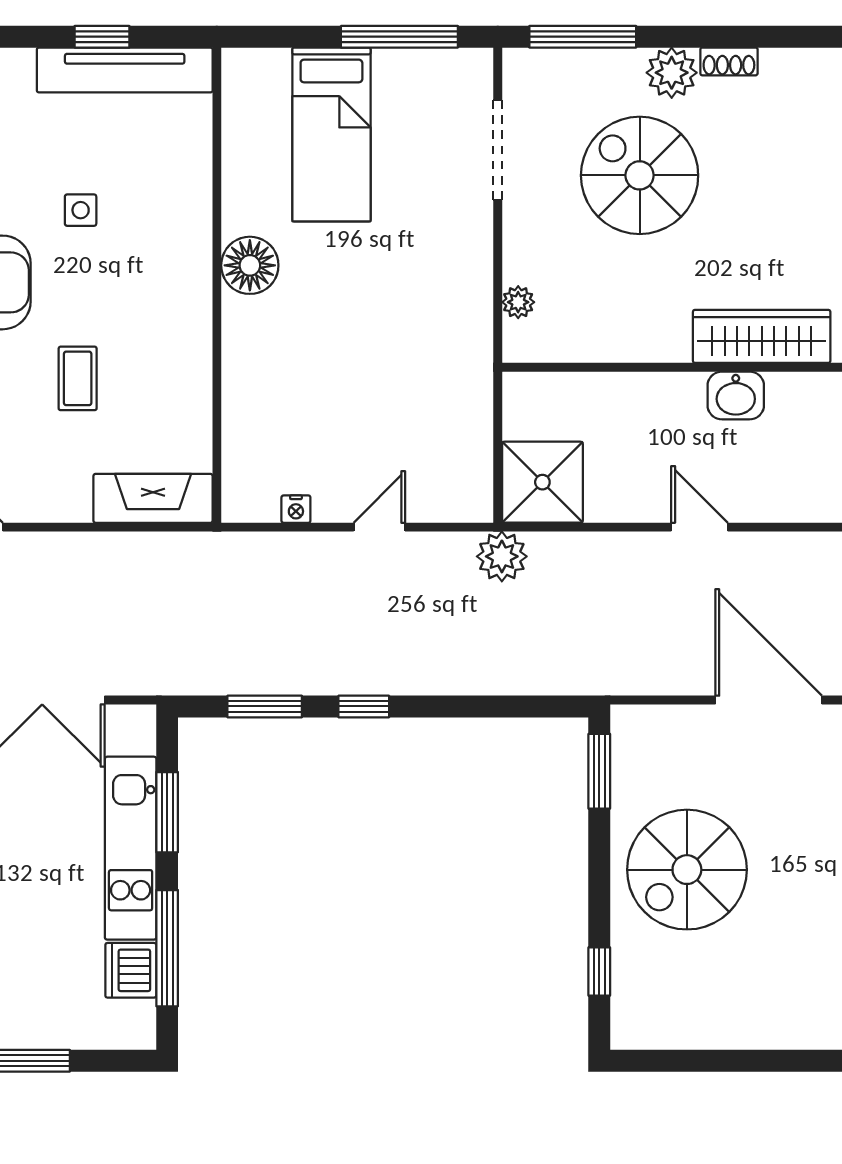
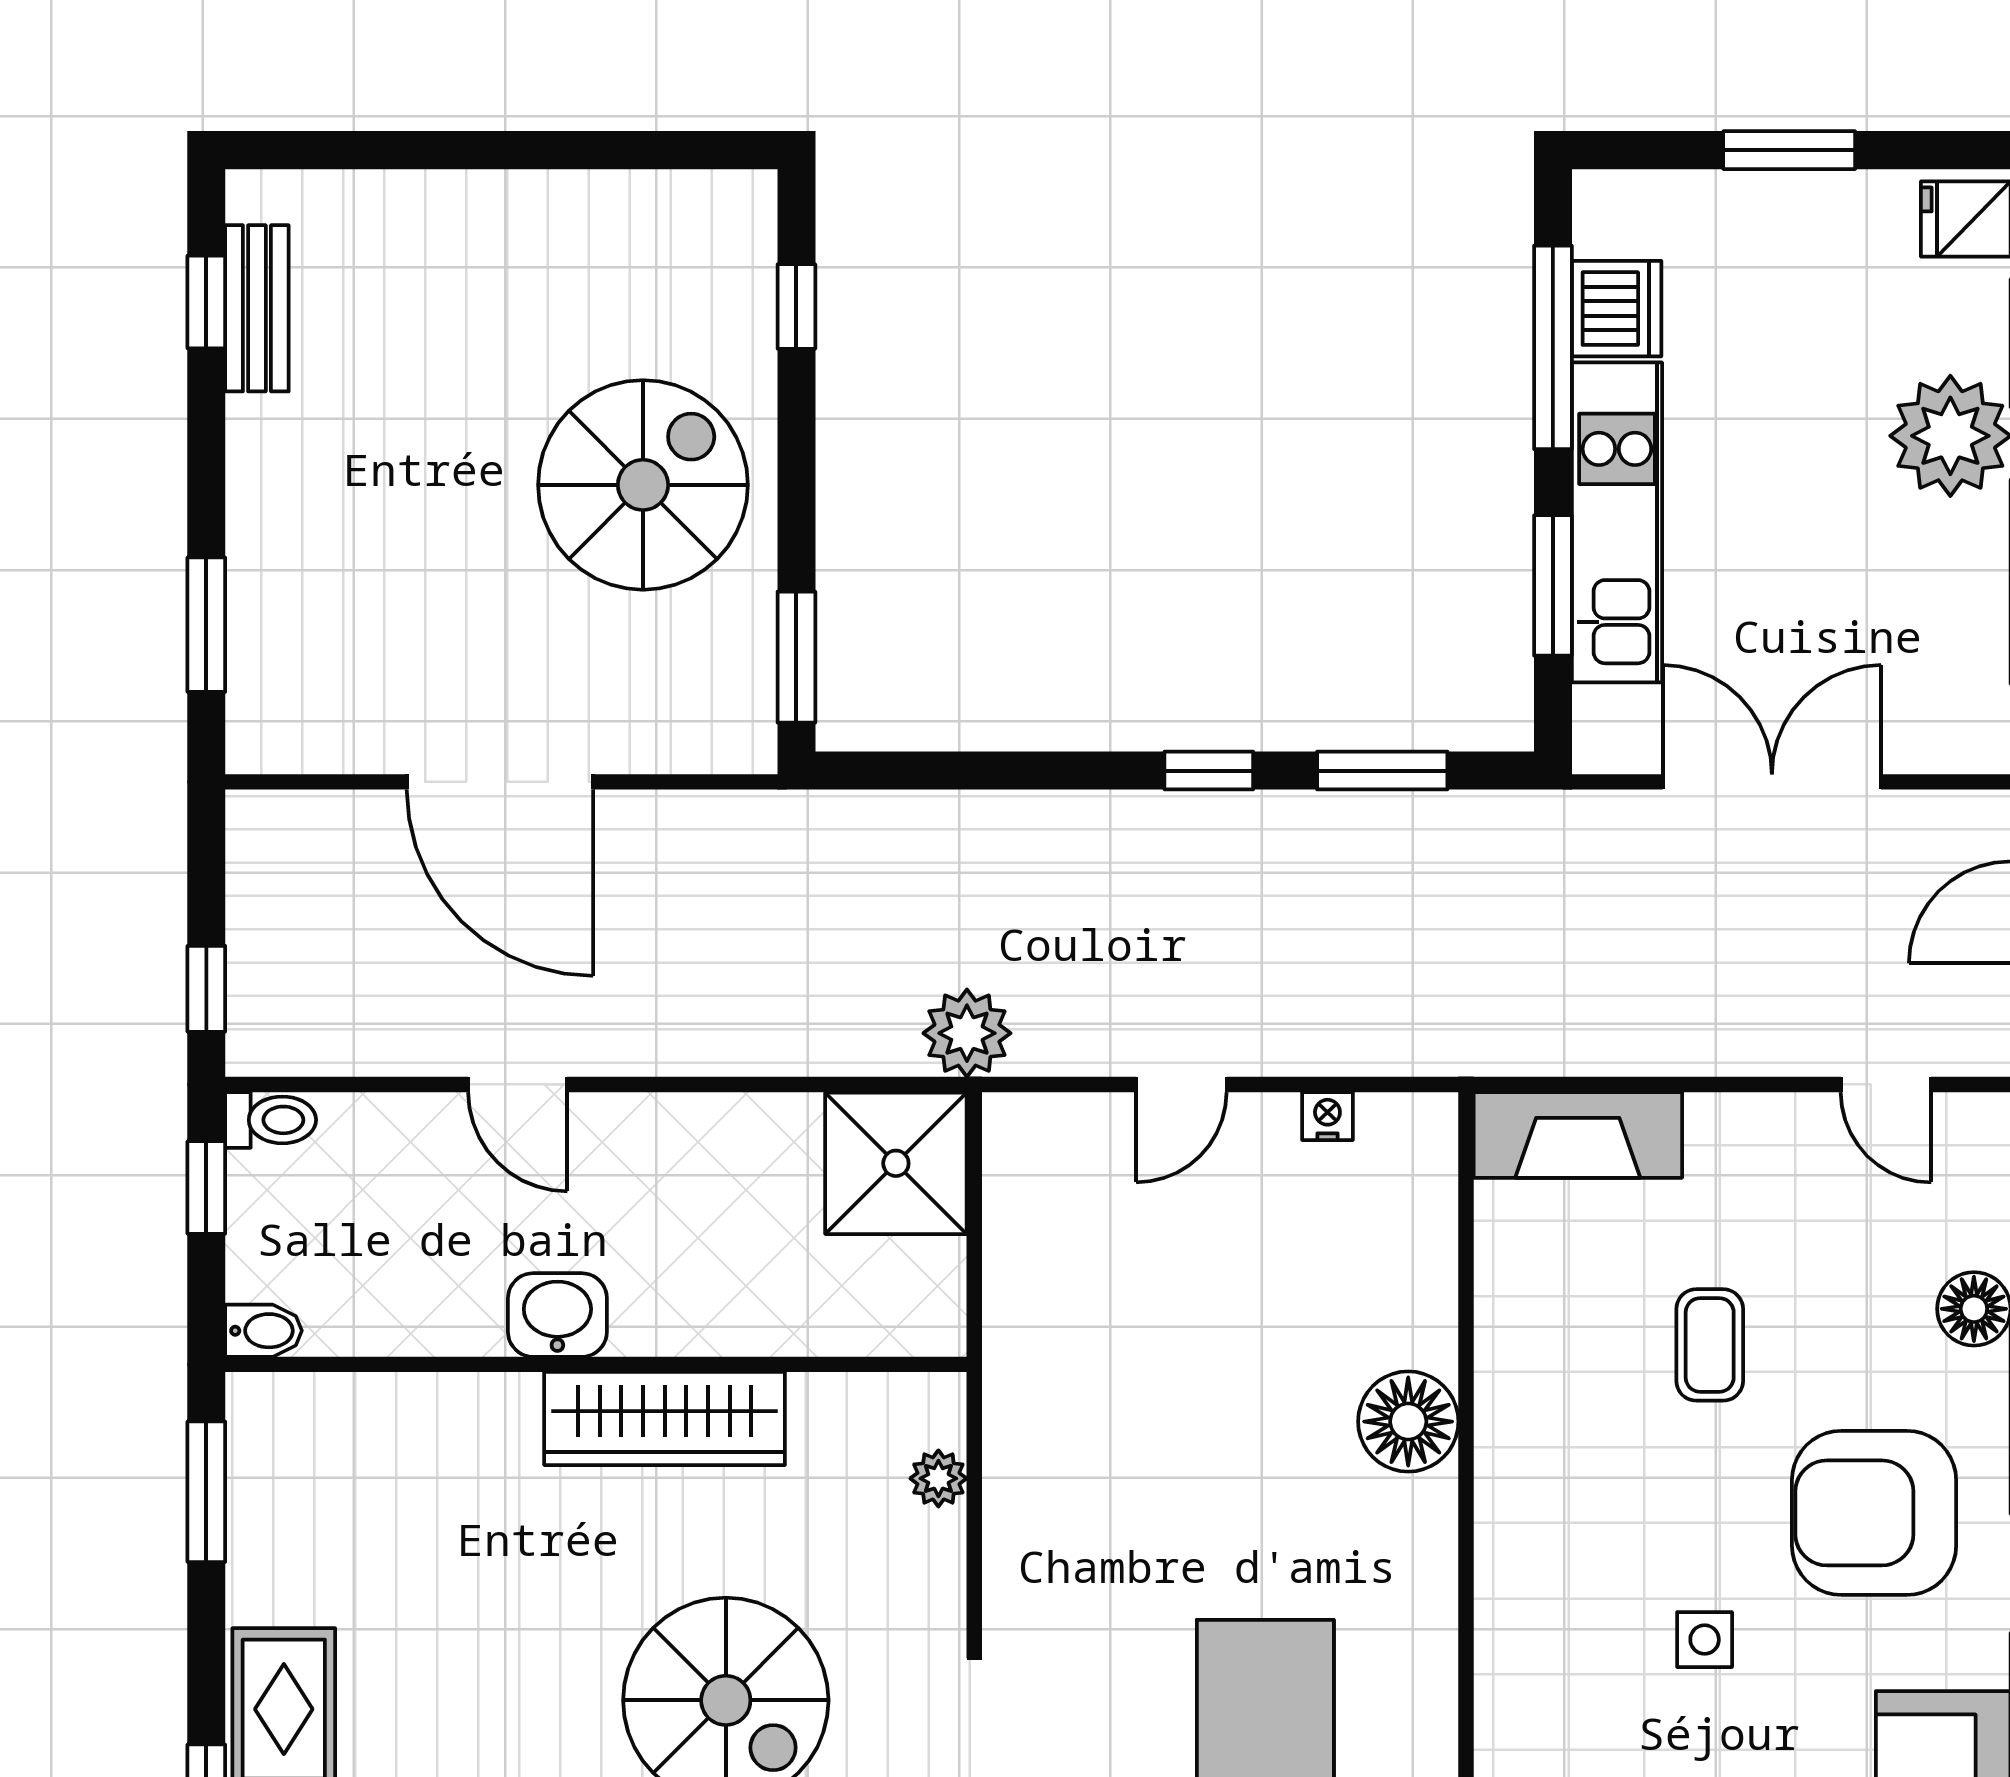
floor lamp: (250, 265) -> (1408, 1422), moved
wardrobe: (762, 336) -> (665, 1419), moved
door: (699, 527) -> (518, 1084), moved

